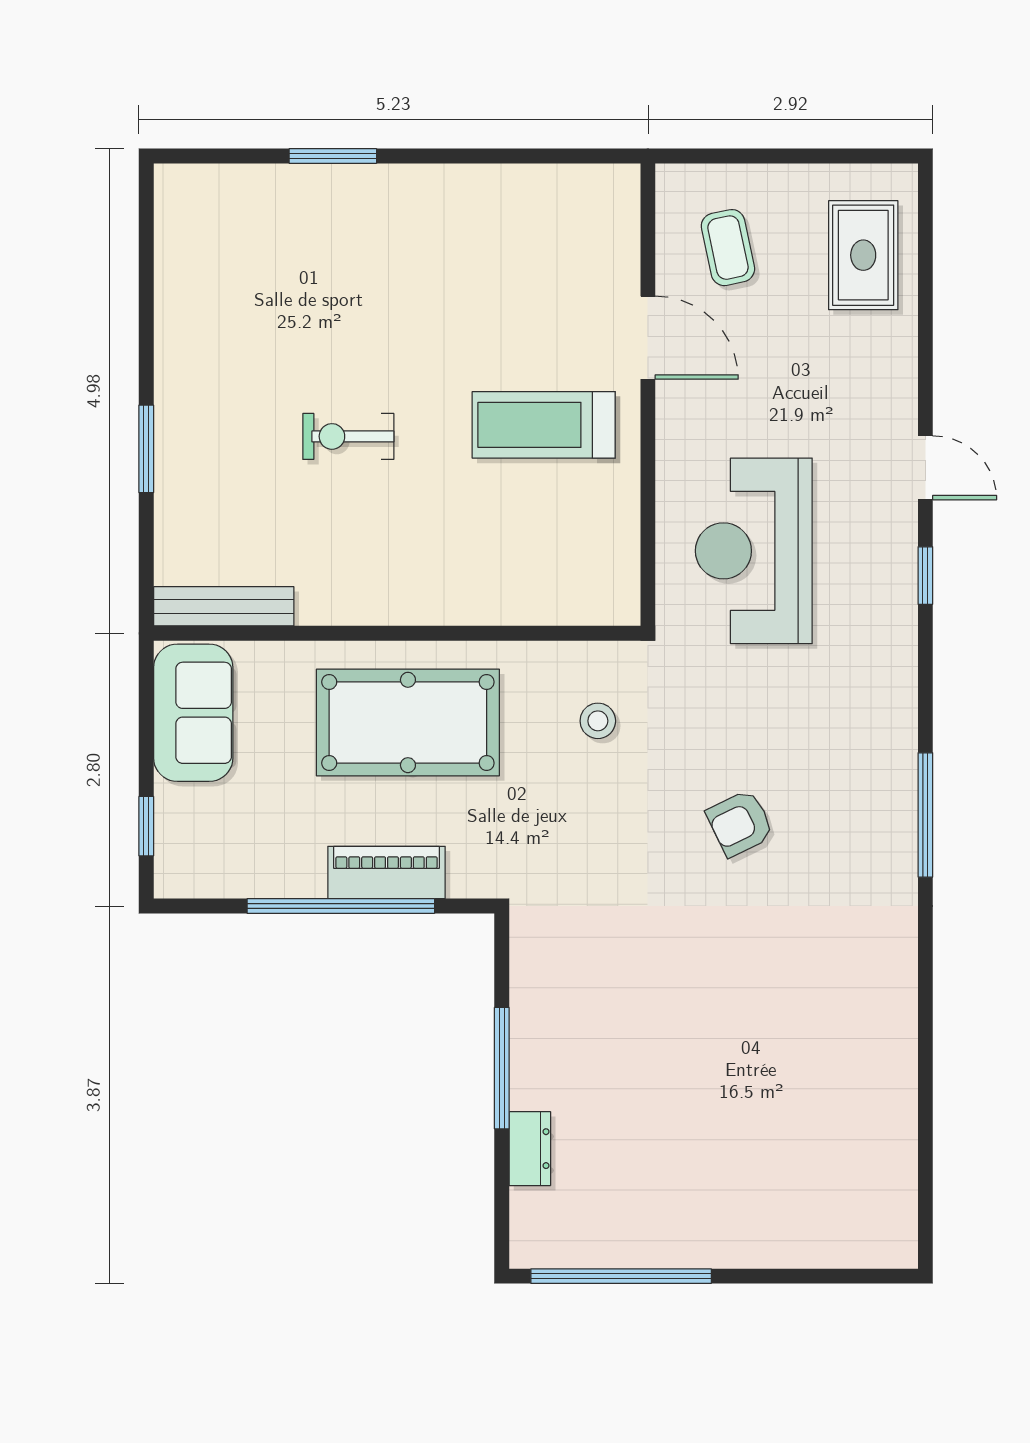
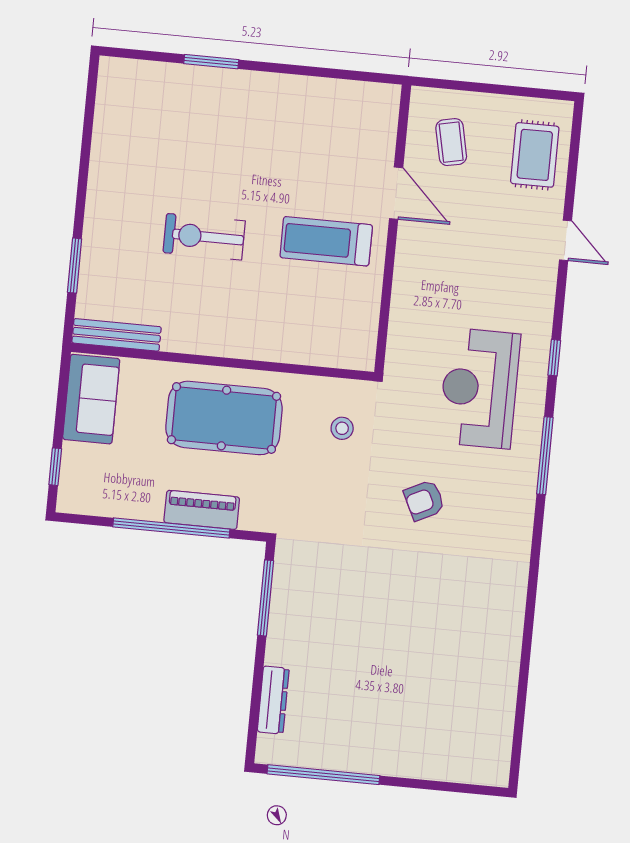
exercise bike: (348, 436) -> (204, 237), width x1.38, depth x1.39
window: (146, 449) -> (75, 266), moved
door: (925, 468) -> (566, 240), moved
reception desk: (754, 551) -> (479, 388), moved
window: (925, 815) -> (545, 456), moved
window: (502, 1068) -> (265, 598), moved
dresser: (530, 1149) -> (273, 700), width x1.44

